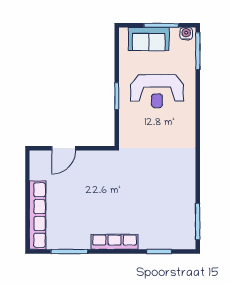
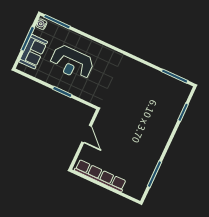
reception desk: (157, 91) -> (72, 63), turned 90
door: (64, 148) -> (86, 134), moved
row of seats: (38, 215) -> (100, 176), moved
row of seats: (115, 242) -> (162, 140), removed

